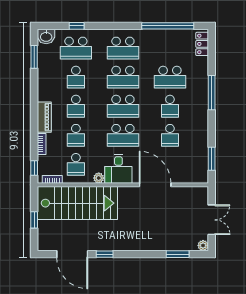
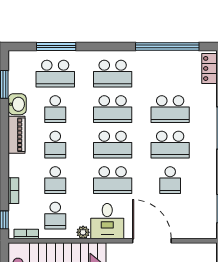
window: (77, 26) -> (56, 46), width x2.17
washbasin: (46, 37) -> (17, 104), moved, turned -90
school desk: (170, 106) -> (170, 145), width x1.85
piano: (44, 117) -> (17, 135), moved

